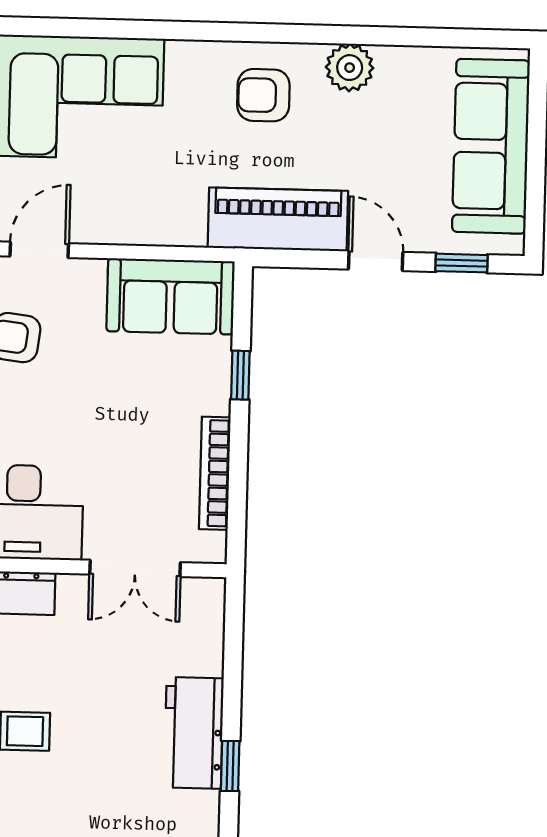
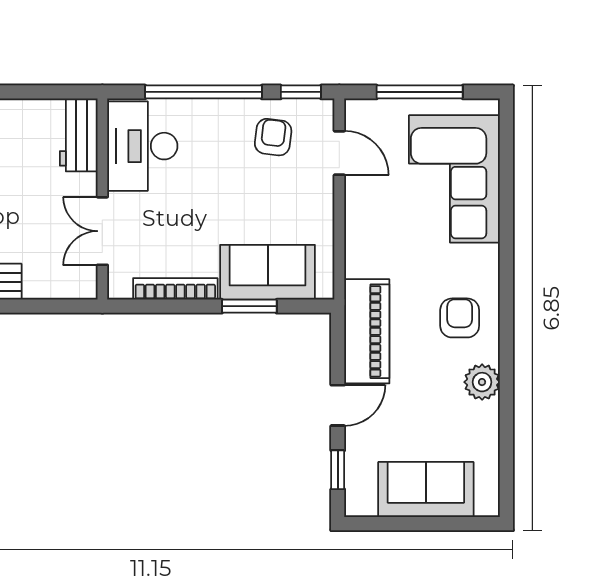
sofa: (491, 146) -> (426, 490), width x0.73
sofa: (170, 296) -> (268, 272), moved, turned 90
window: (240, 375) -> (249, 306), width x1.50

